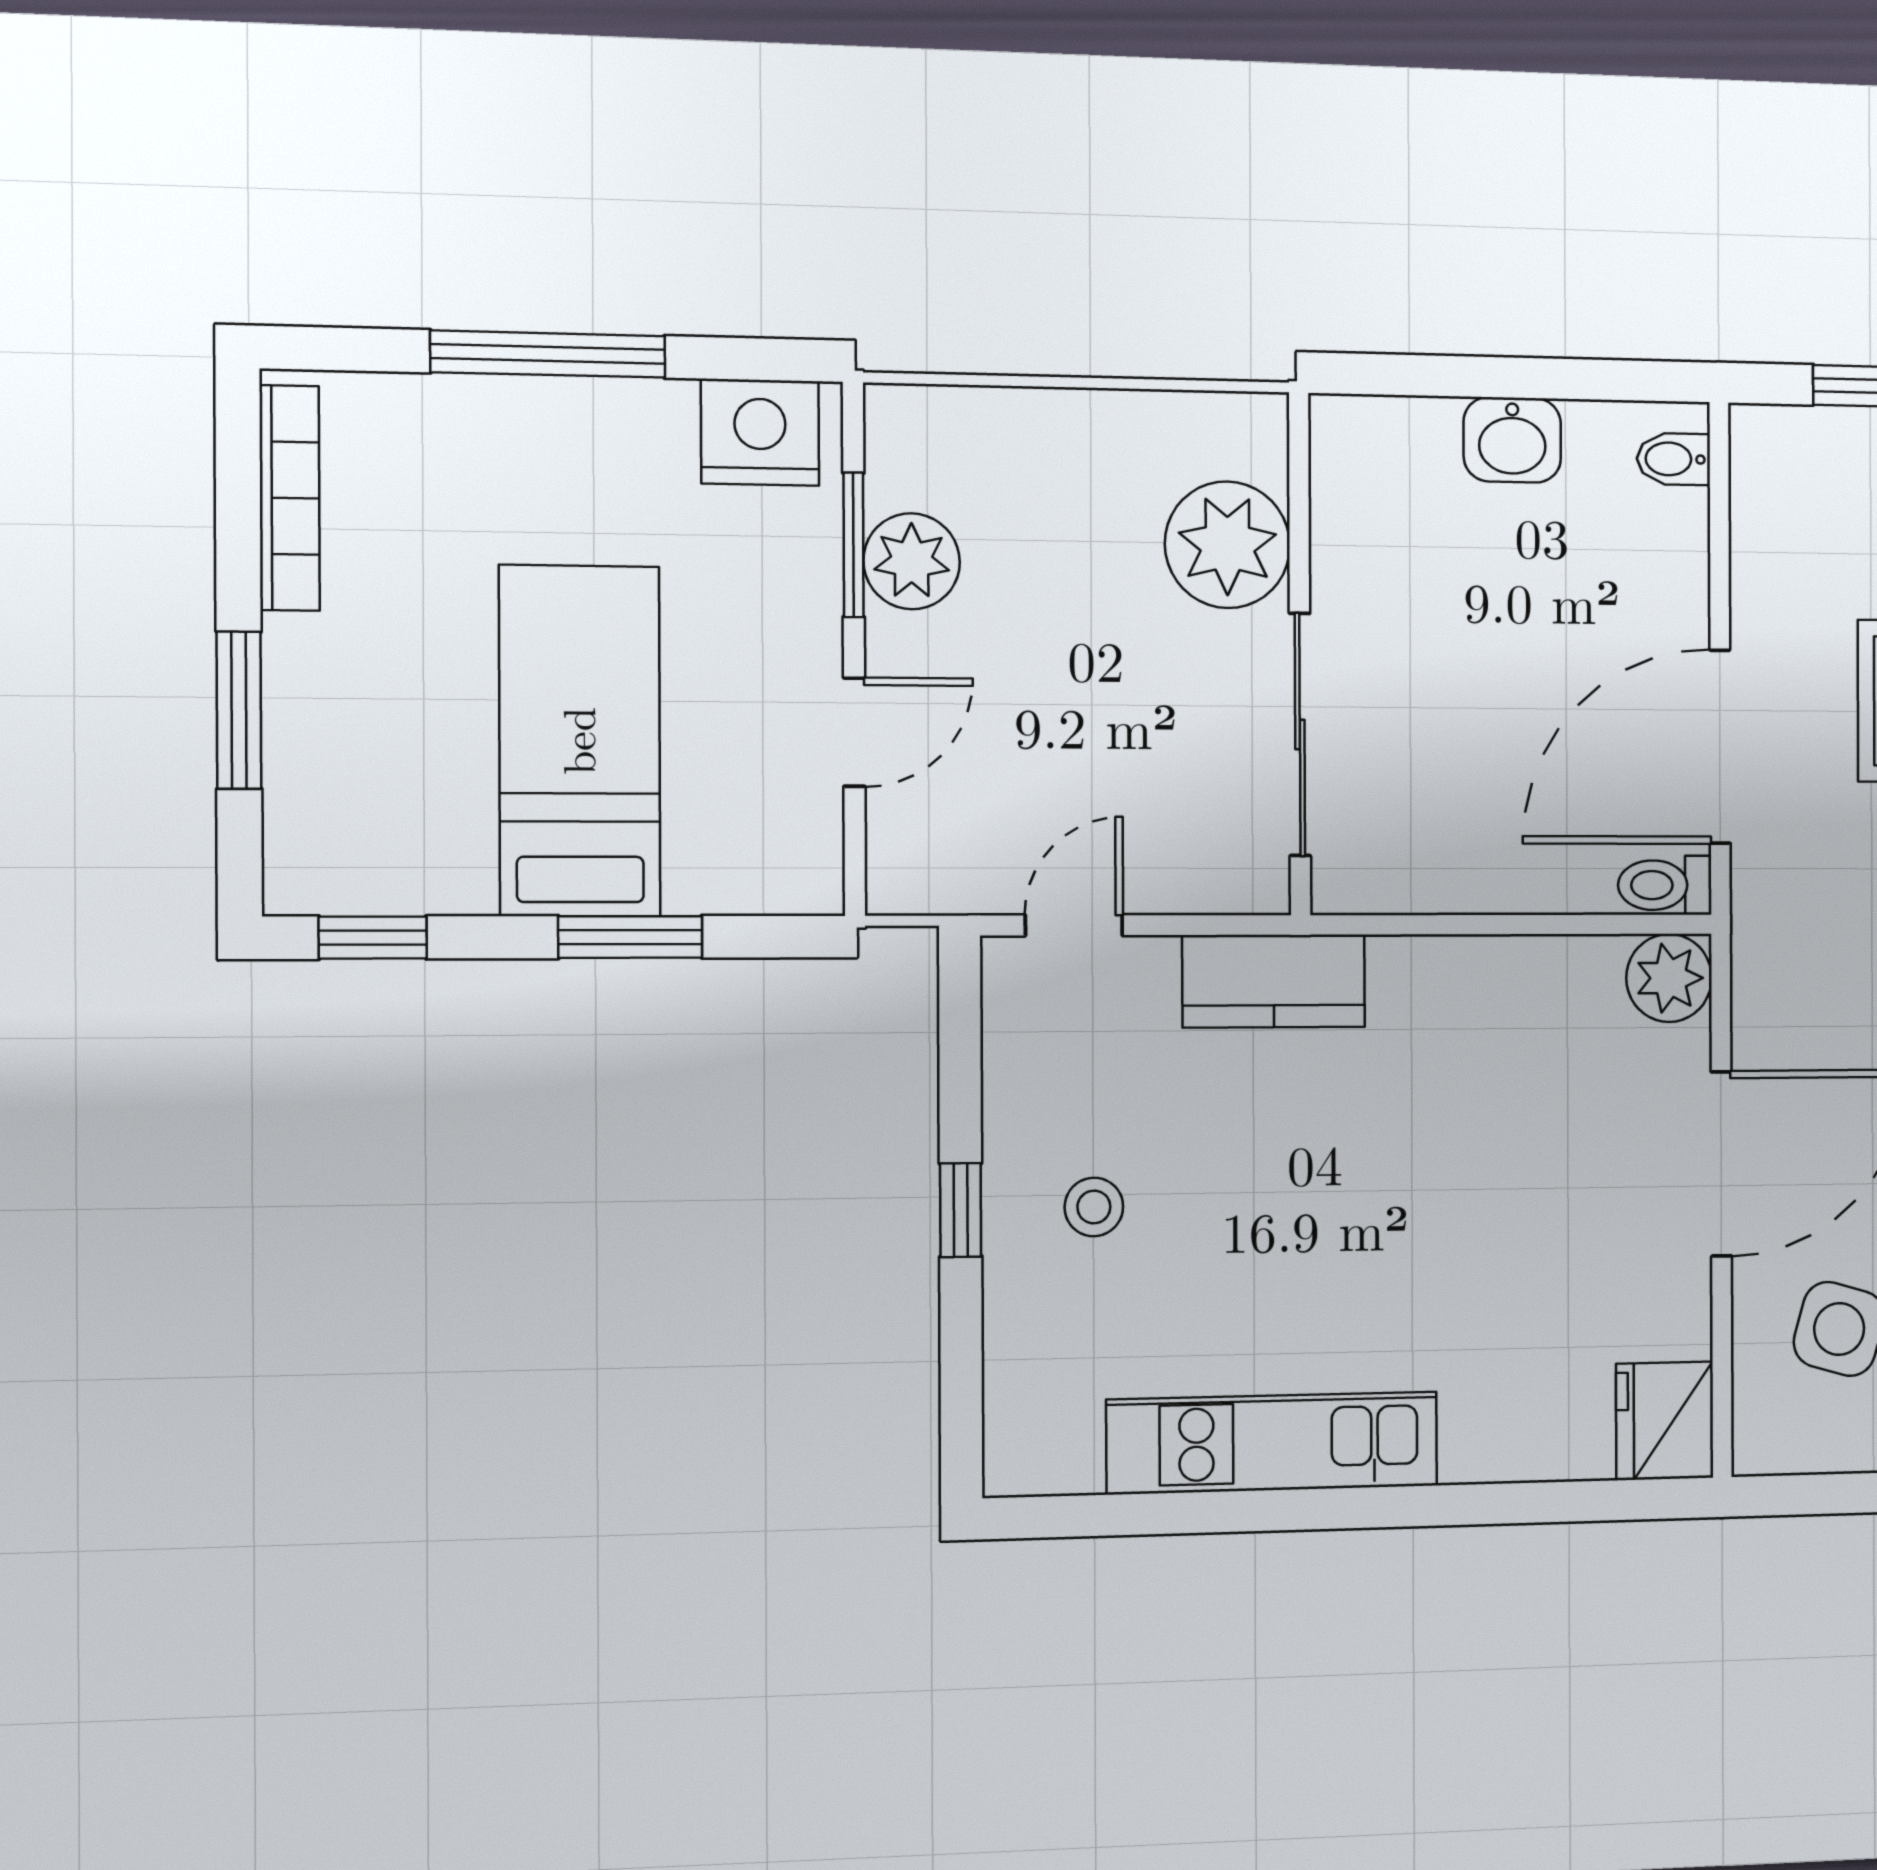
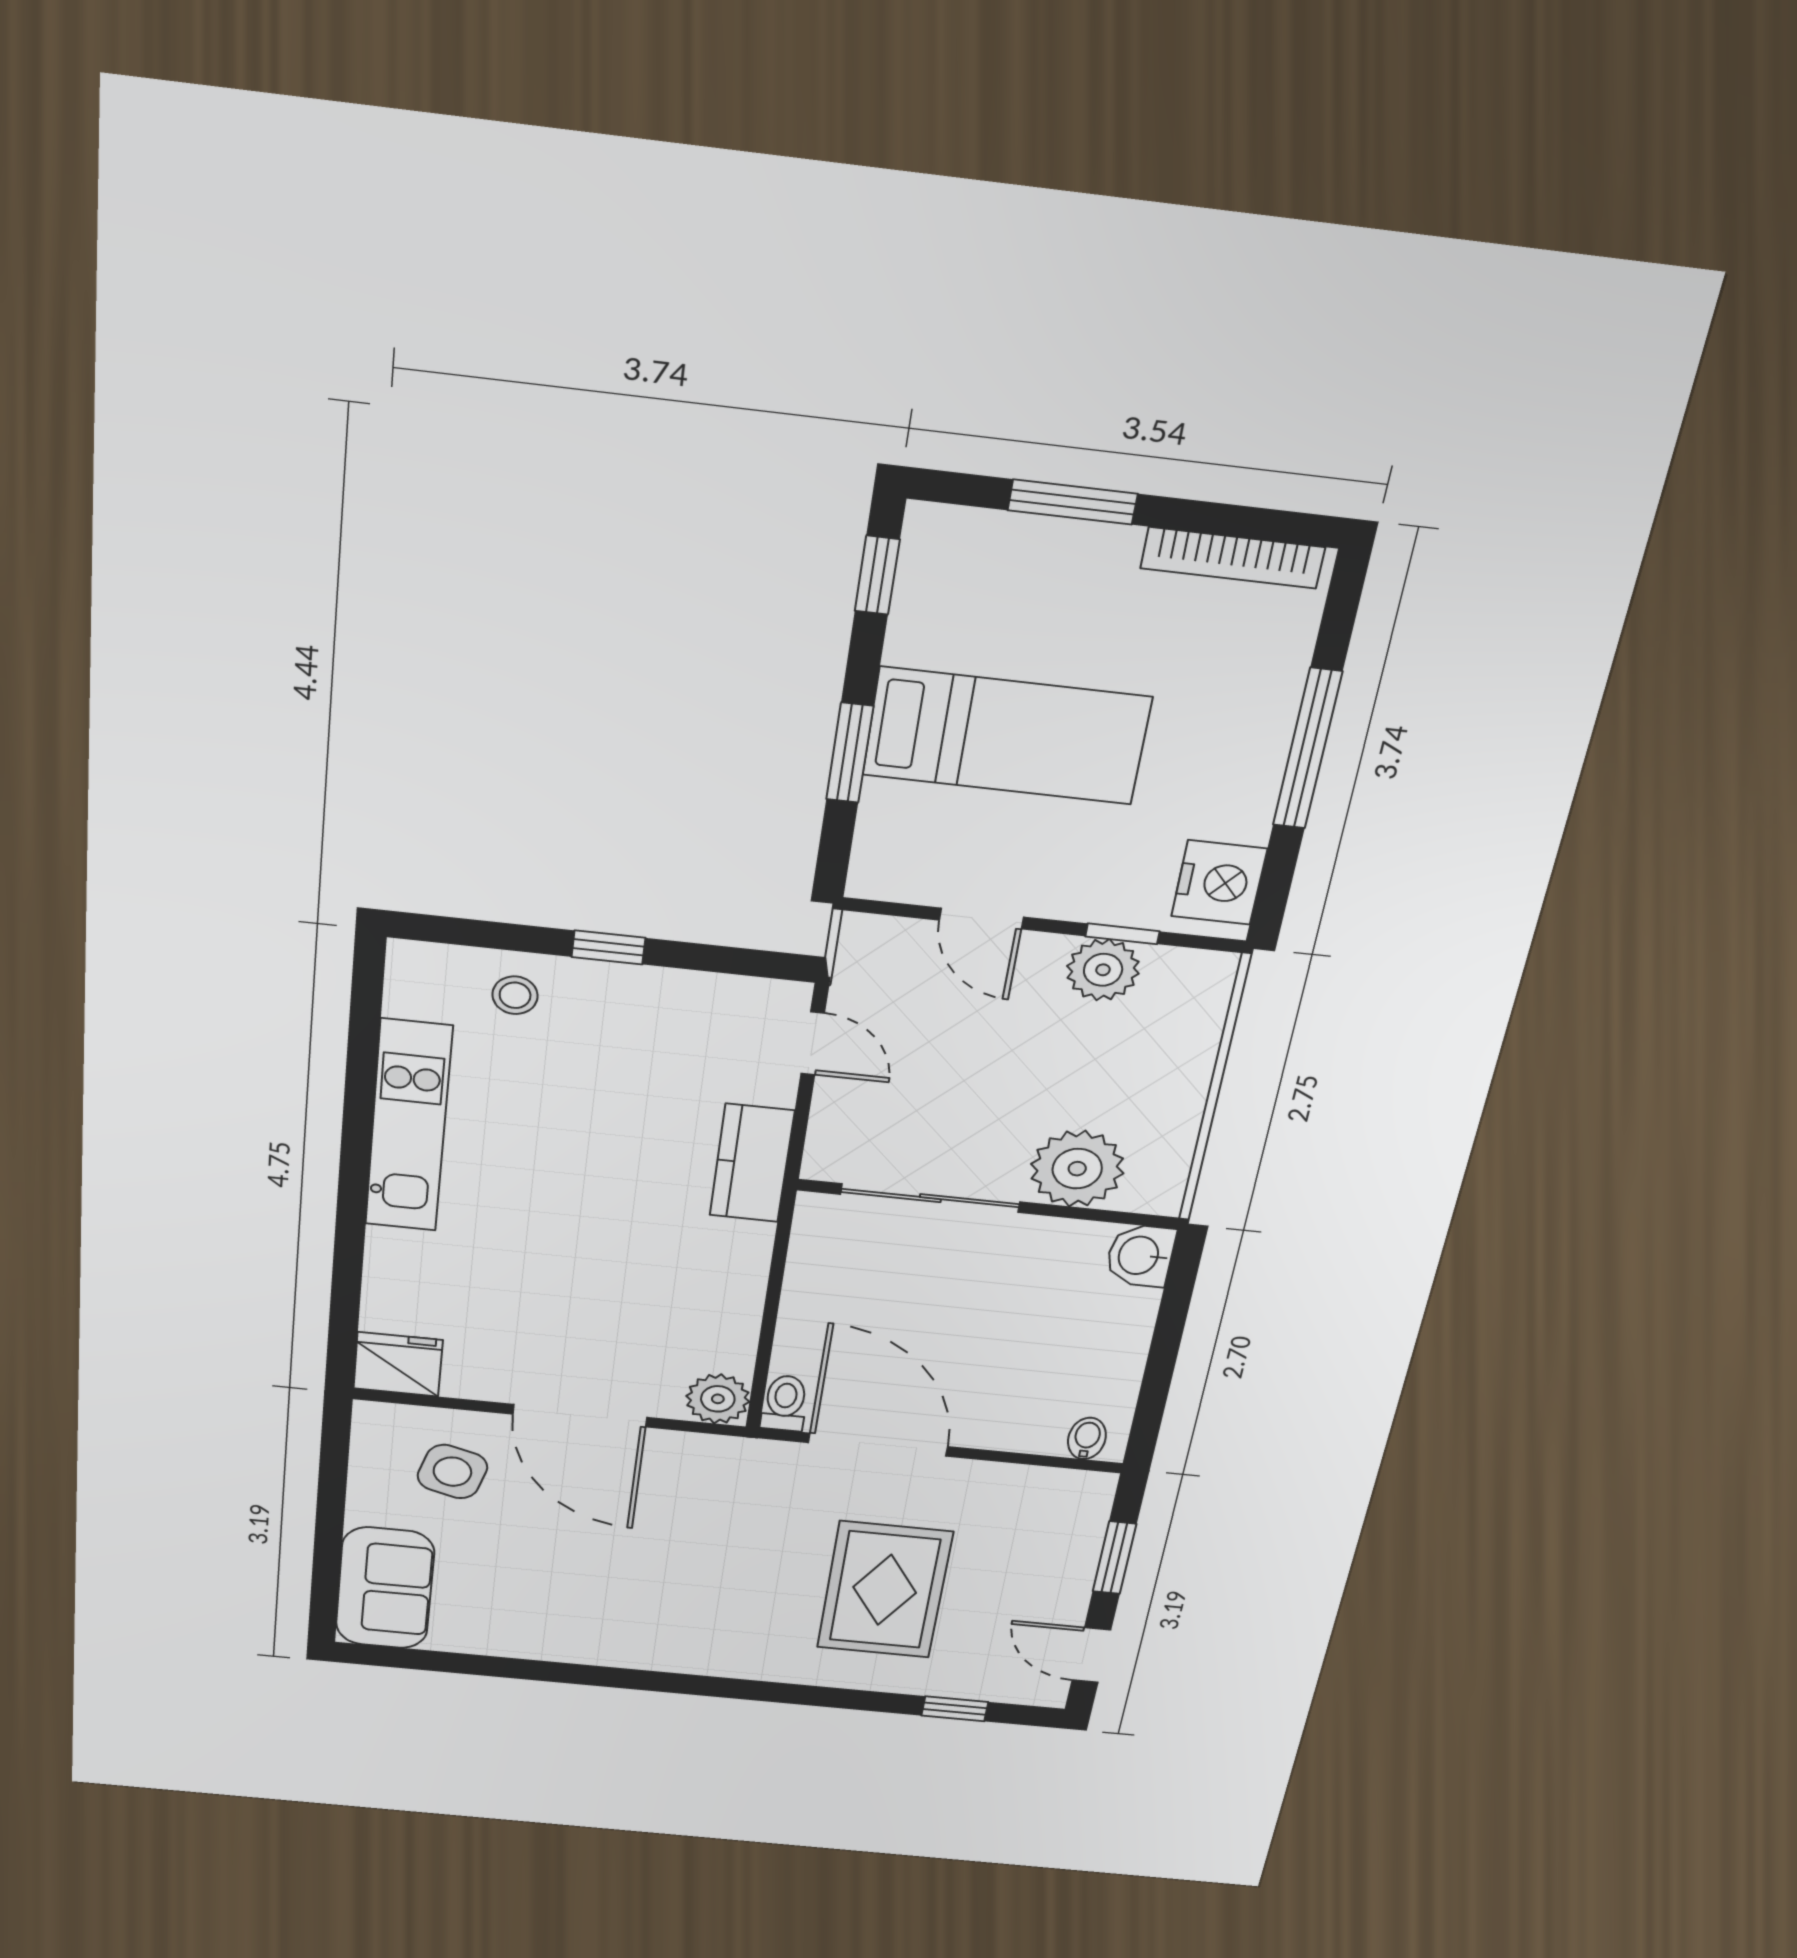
washbasin: (1512, 440) -> (1140, 1256), moved
window: (854, 545) -> (1122, 934), width x0.67
stool: (1094, 1207) -> (515, 995), moved

